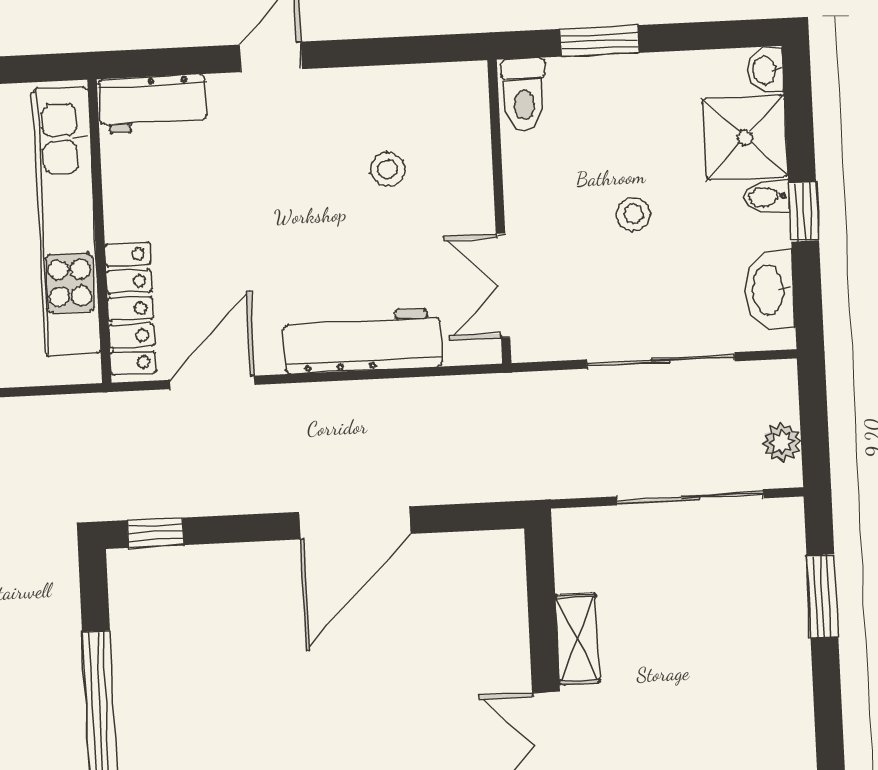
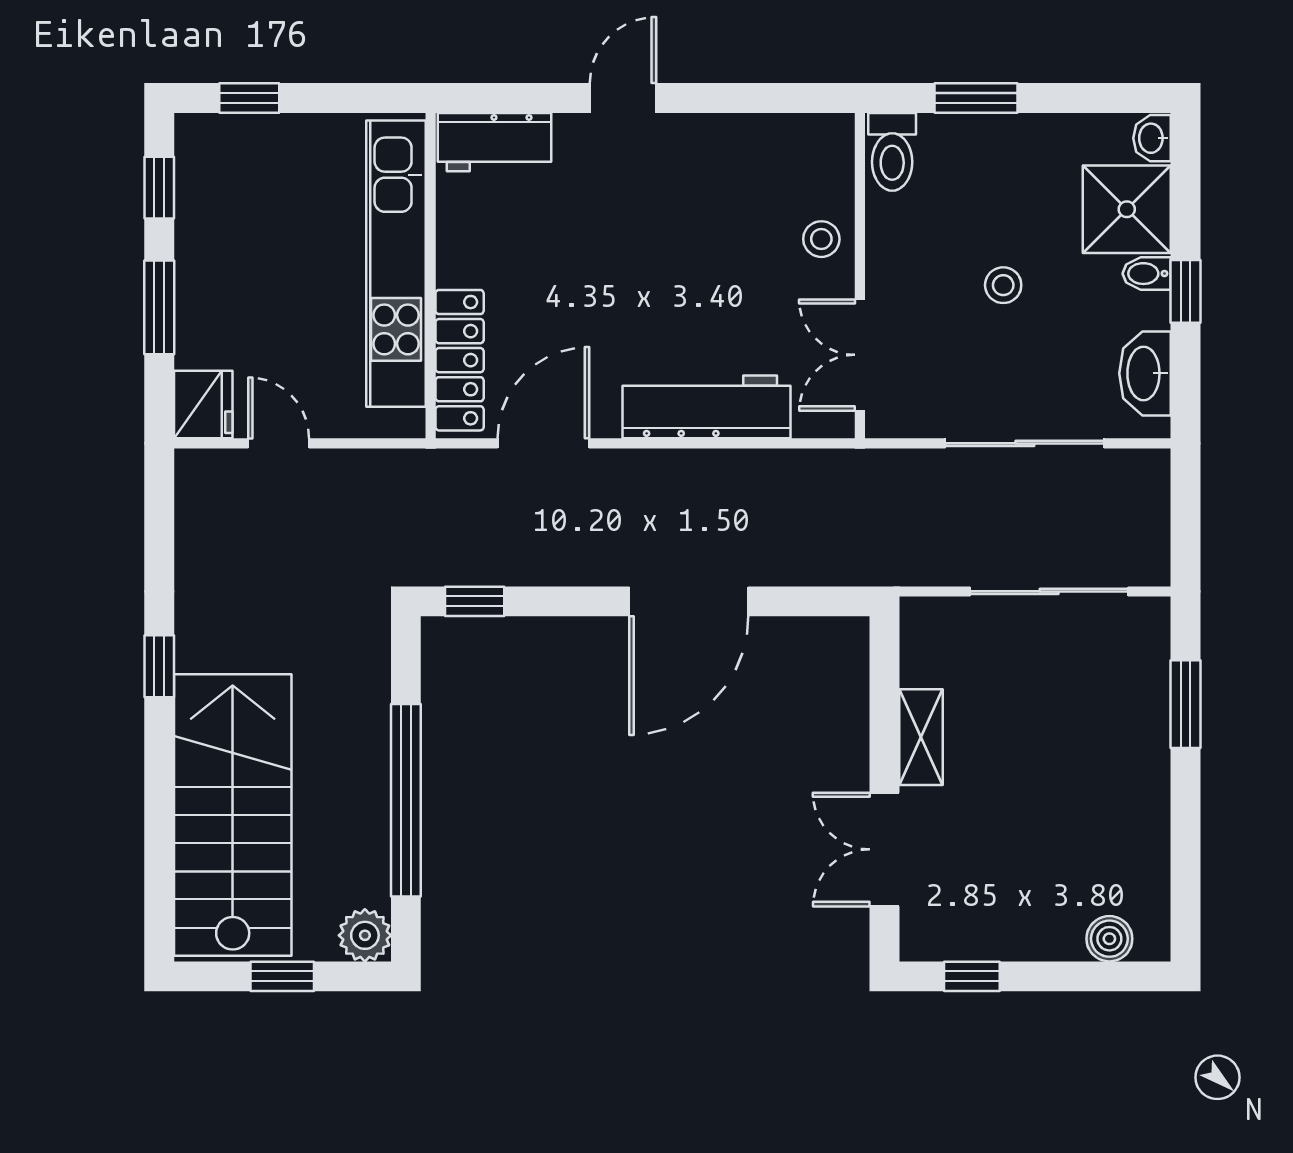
stool: (388, 169) -> (821, 239), moved
plant: (782, 442) -> (1150, 537), removed

